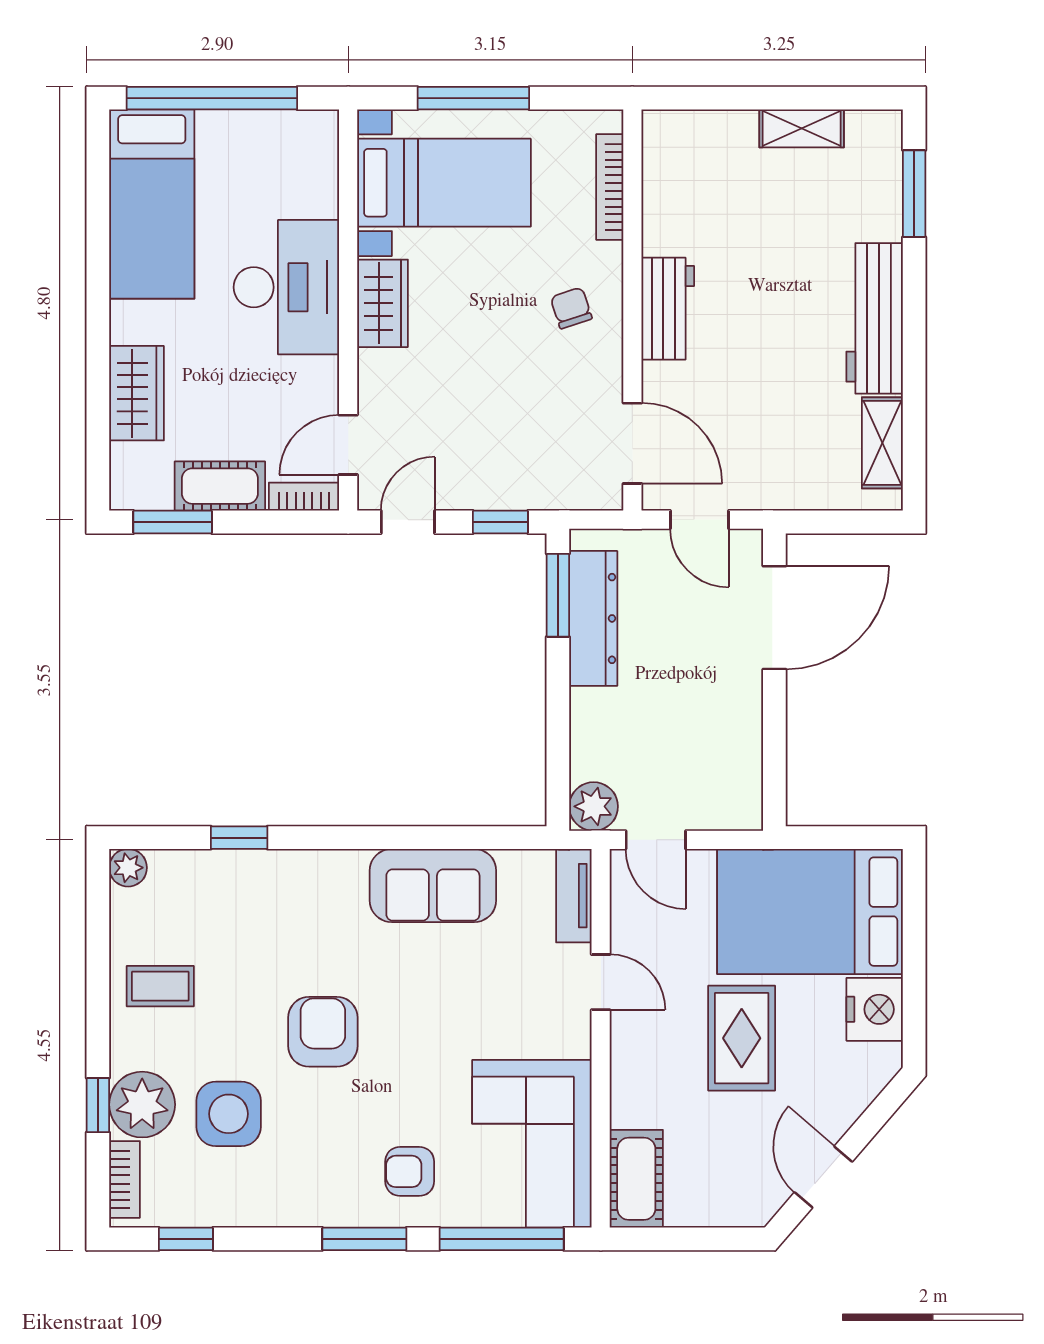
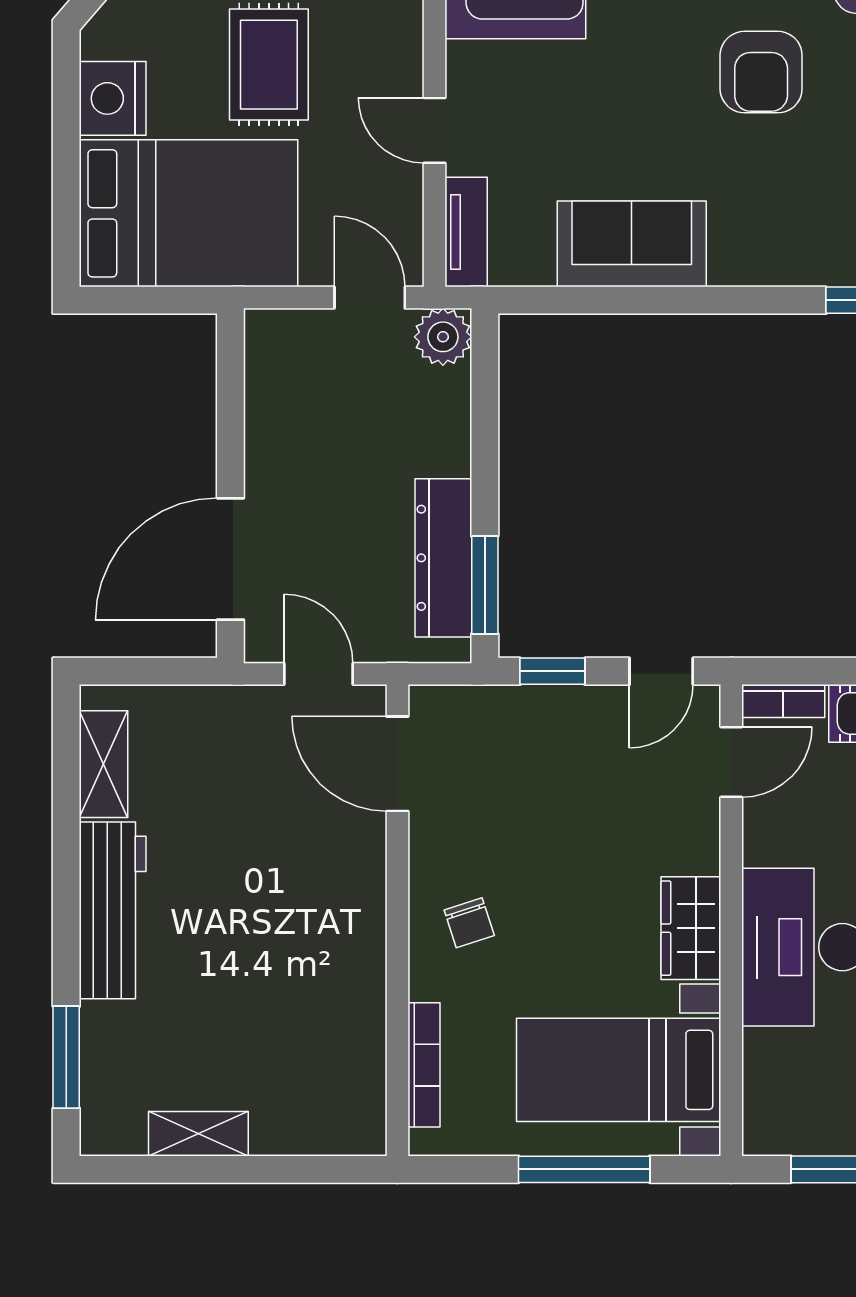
workbench: (668, 309) -> (356, 922), removed

